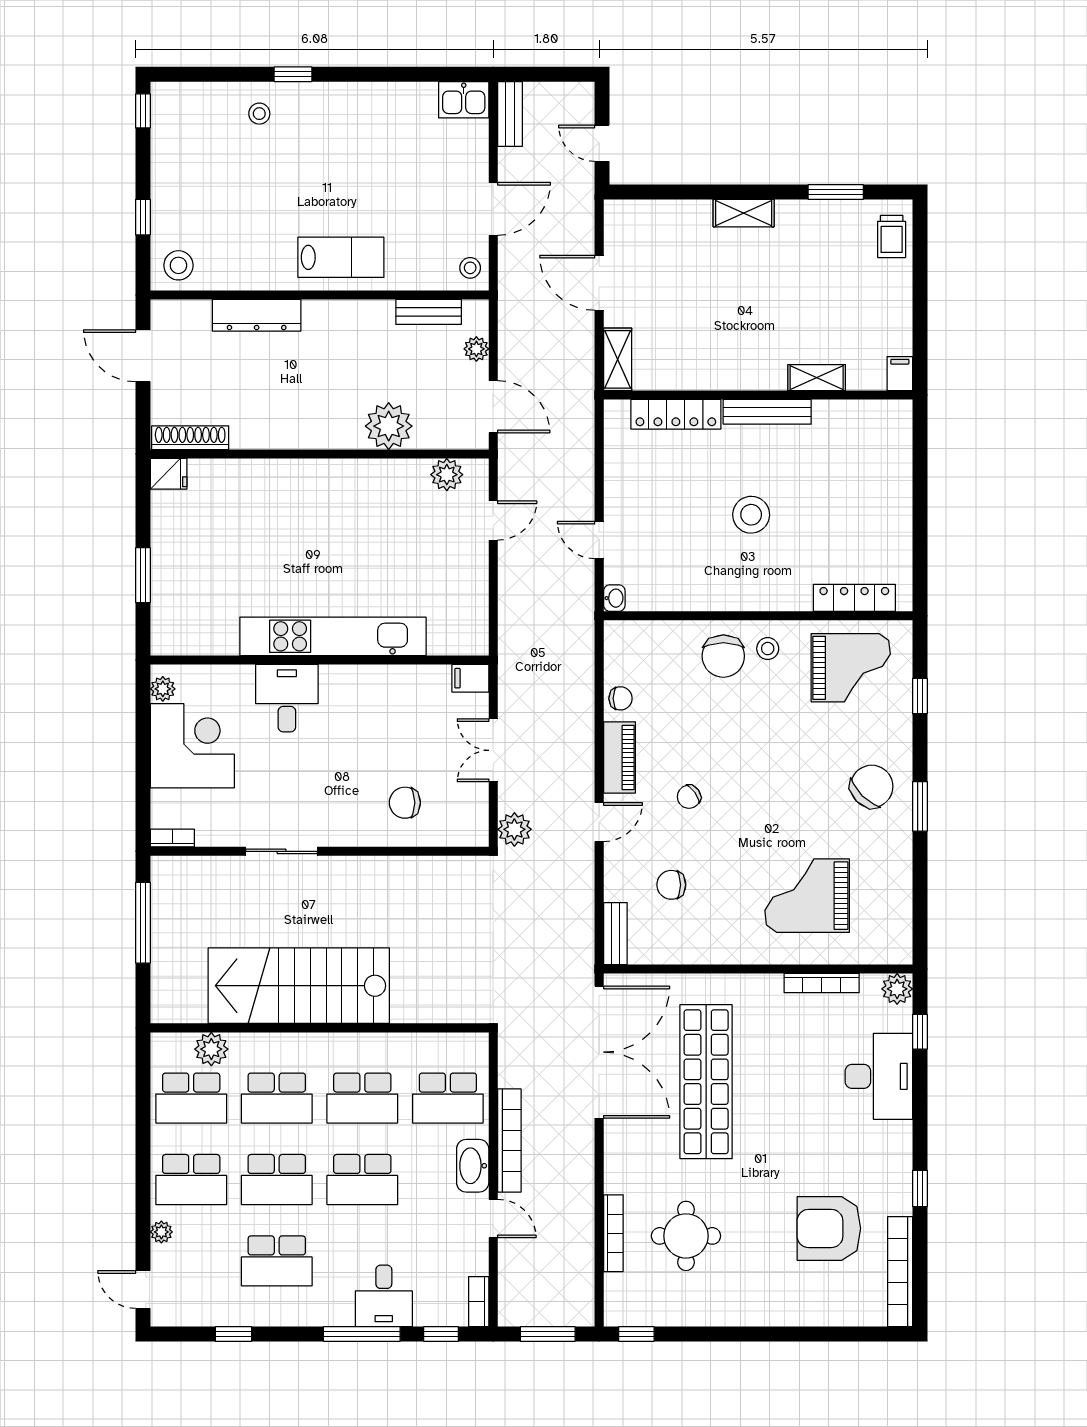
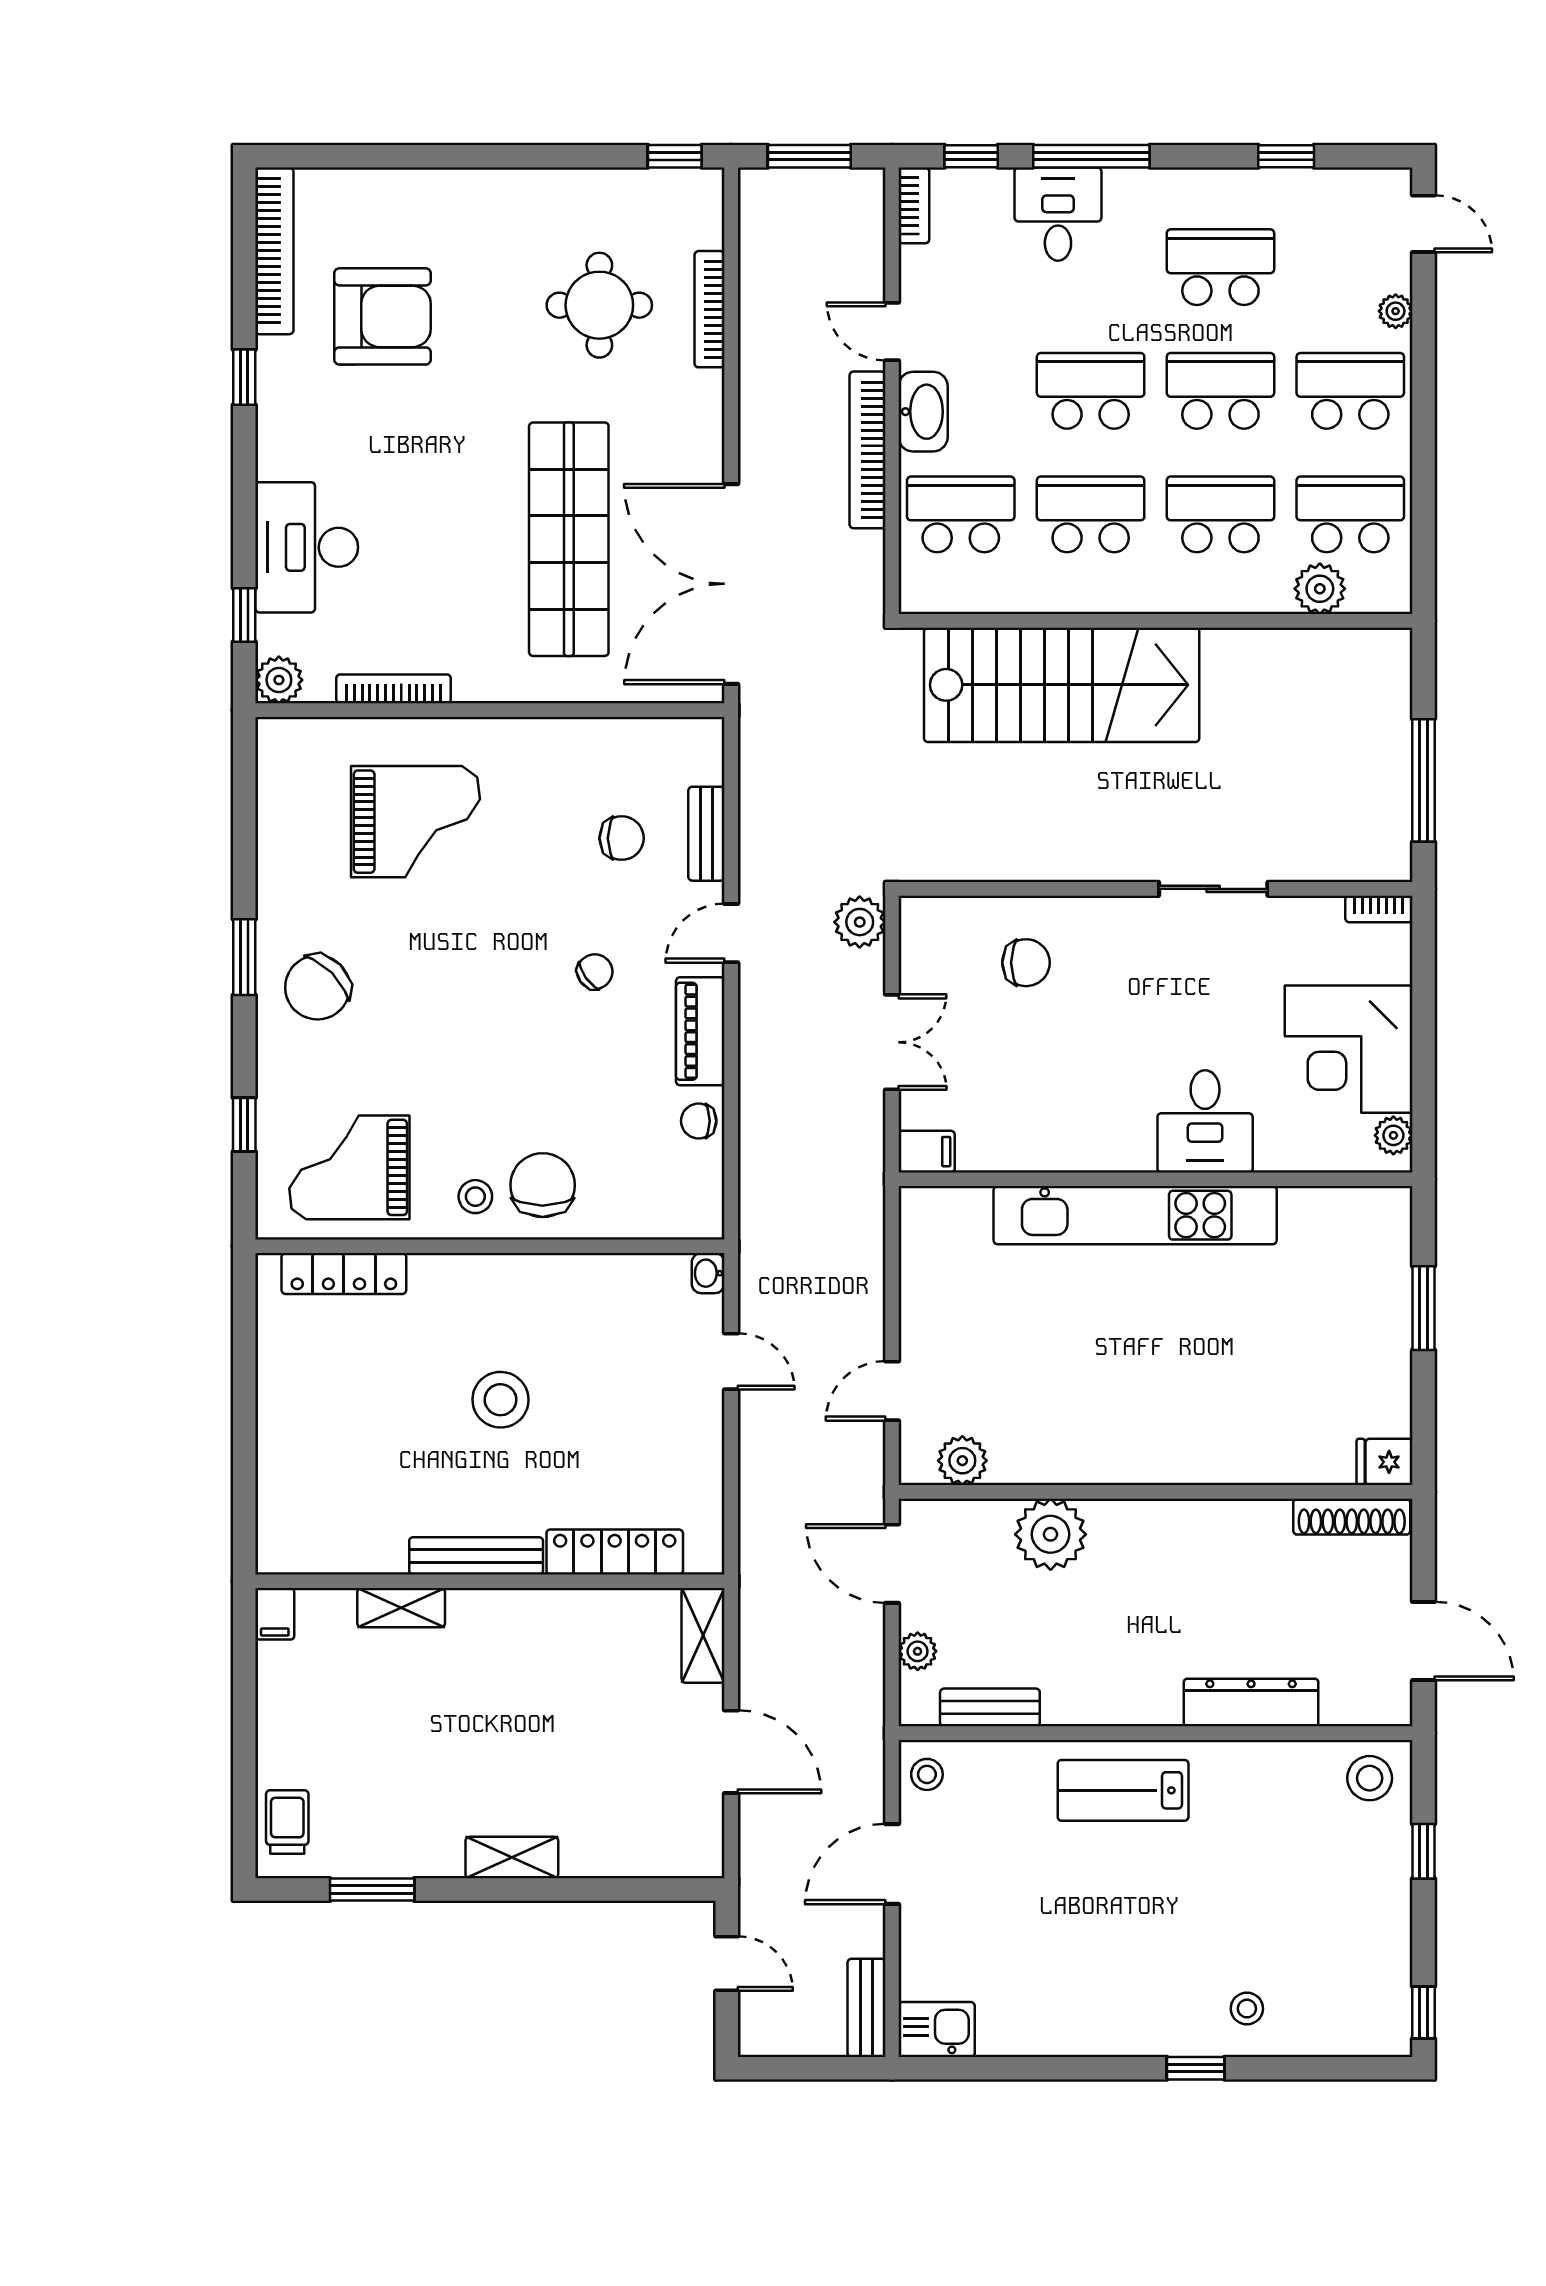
bench: (615, 934) -> (706, 834), moved
stairs: (299, 986) -> (1062, 685), moved

